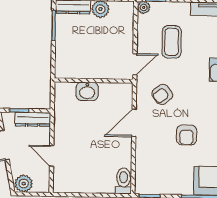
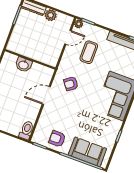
door: (135, 64) -> (68, 37), moved
armchair: (187, 135) -> (57, 139), moved, turned 90

